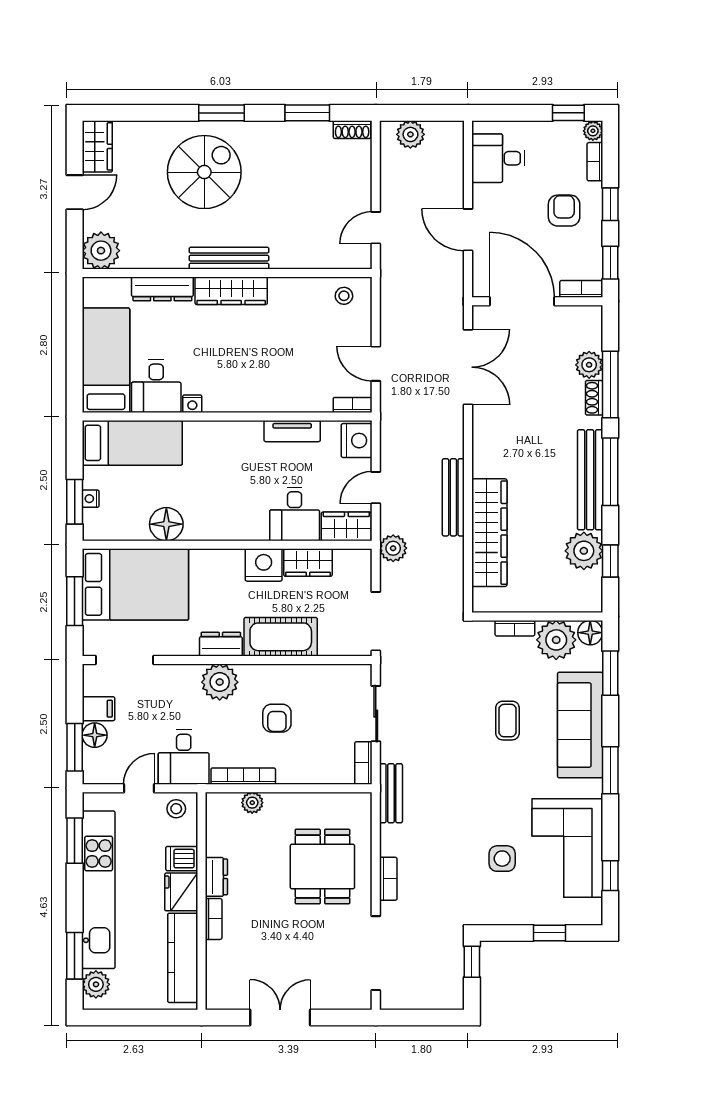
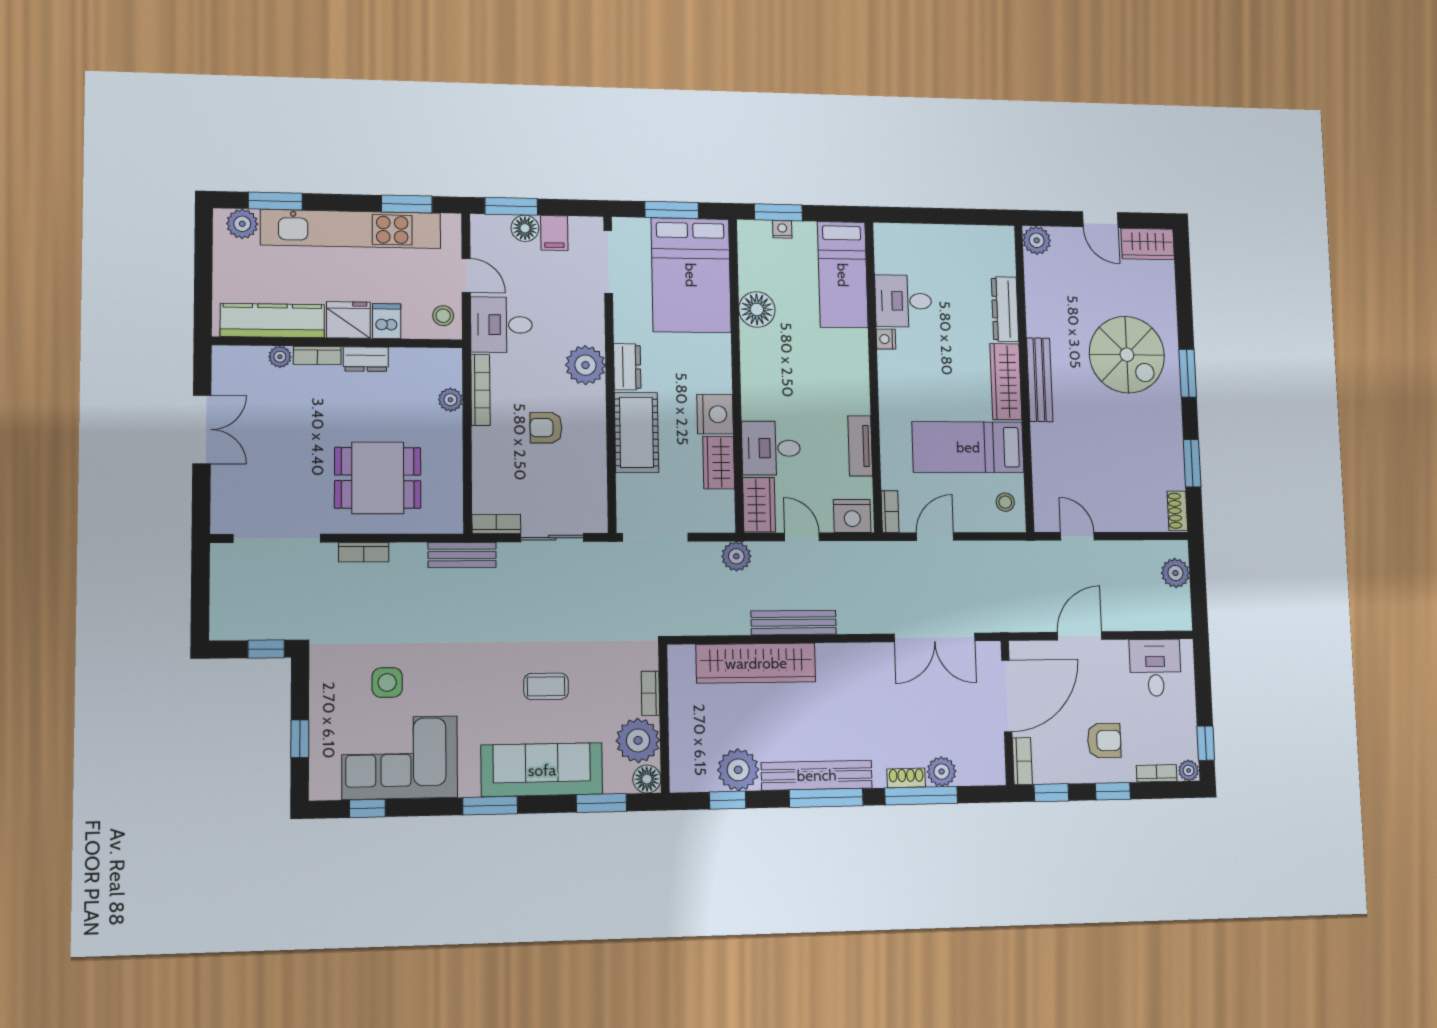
plant: (101, 251) -> (1037, 240), width x0.73, depth x0.73
bed: (106, 360) -> (968, 447), moved, turned 180
plant: (215, 951) -> (280, 357), added

